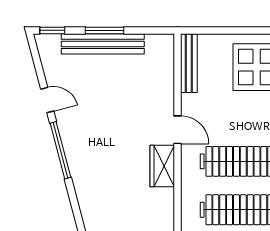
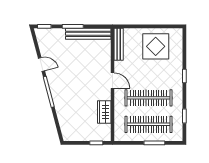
bench: (103, 44) -> (88, 34), moved
wardrobe: (162, 166) -> (104, 112), moved

